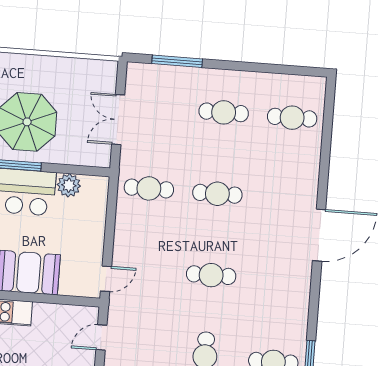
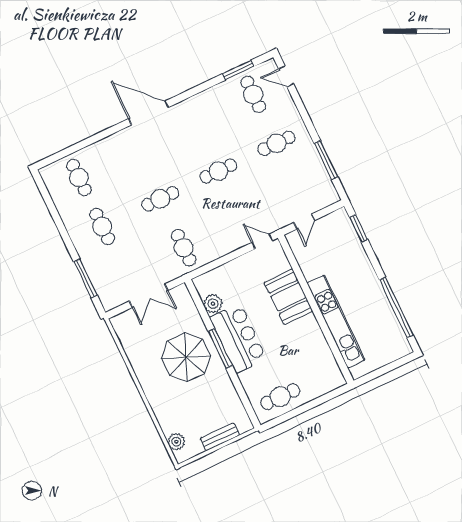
cafe table: (217, 194) -> (160, 199), turned 90
cafe table: (211, 275) -> (218, 171), turned 90
door: (101, 337) -> (304, 222), hinge flipped

